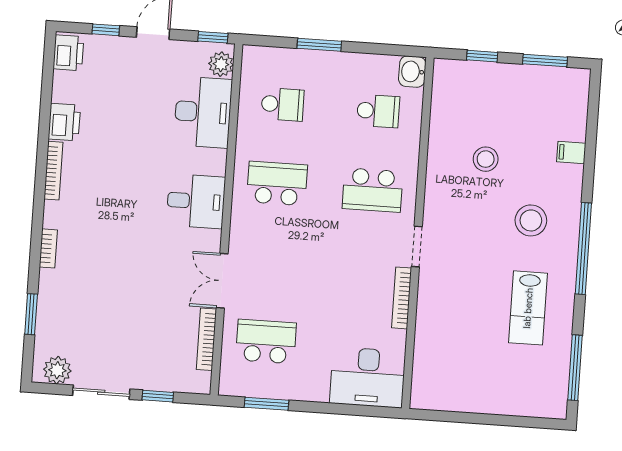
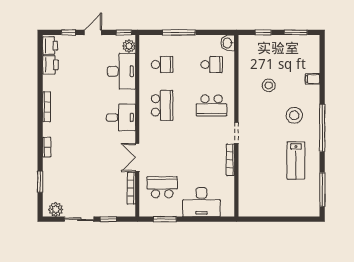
window: (319, 45) -> (179, 32), width x1.44
printer: (64, 122) -> (50, 65), moved
school desk: (277, 183) -> (162, 105), turned 90
desk: (368, 377) -> (201, 202), moved

